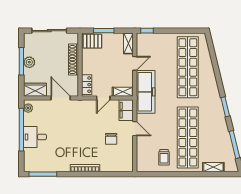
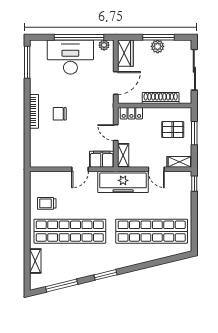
pallet: (92, 41) -> (173, 130), moved, turned 90
desk: (35, 137) -> (70, 57), width x1.87, depth x1.30
chair: (111, 139) -> (60, 114), moved

